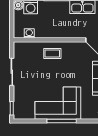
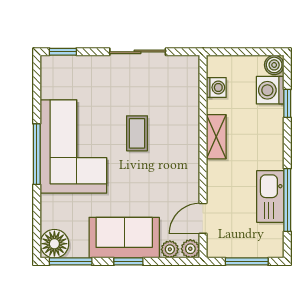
shelving: (53, 33) -> (216, 137), added
coffee table: (52, 53) -> (137, 133), moved

